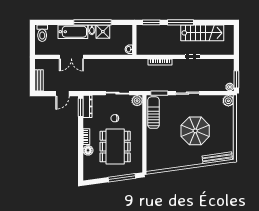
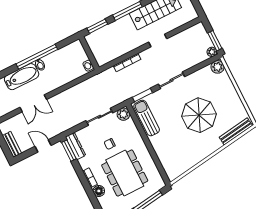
shower: (103, 32) -> (52, 61), removed
door: (63, 94) -> (43, 146), swing flipped

